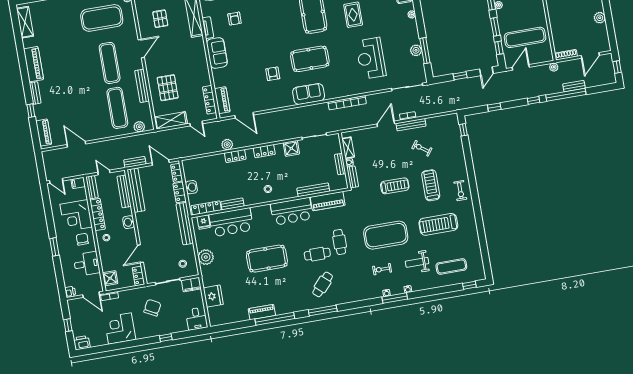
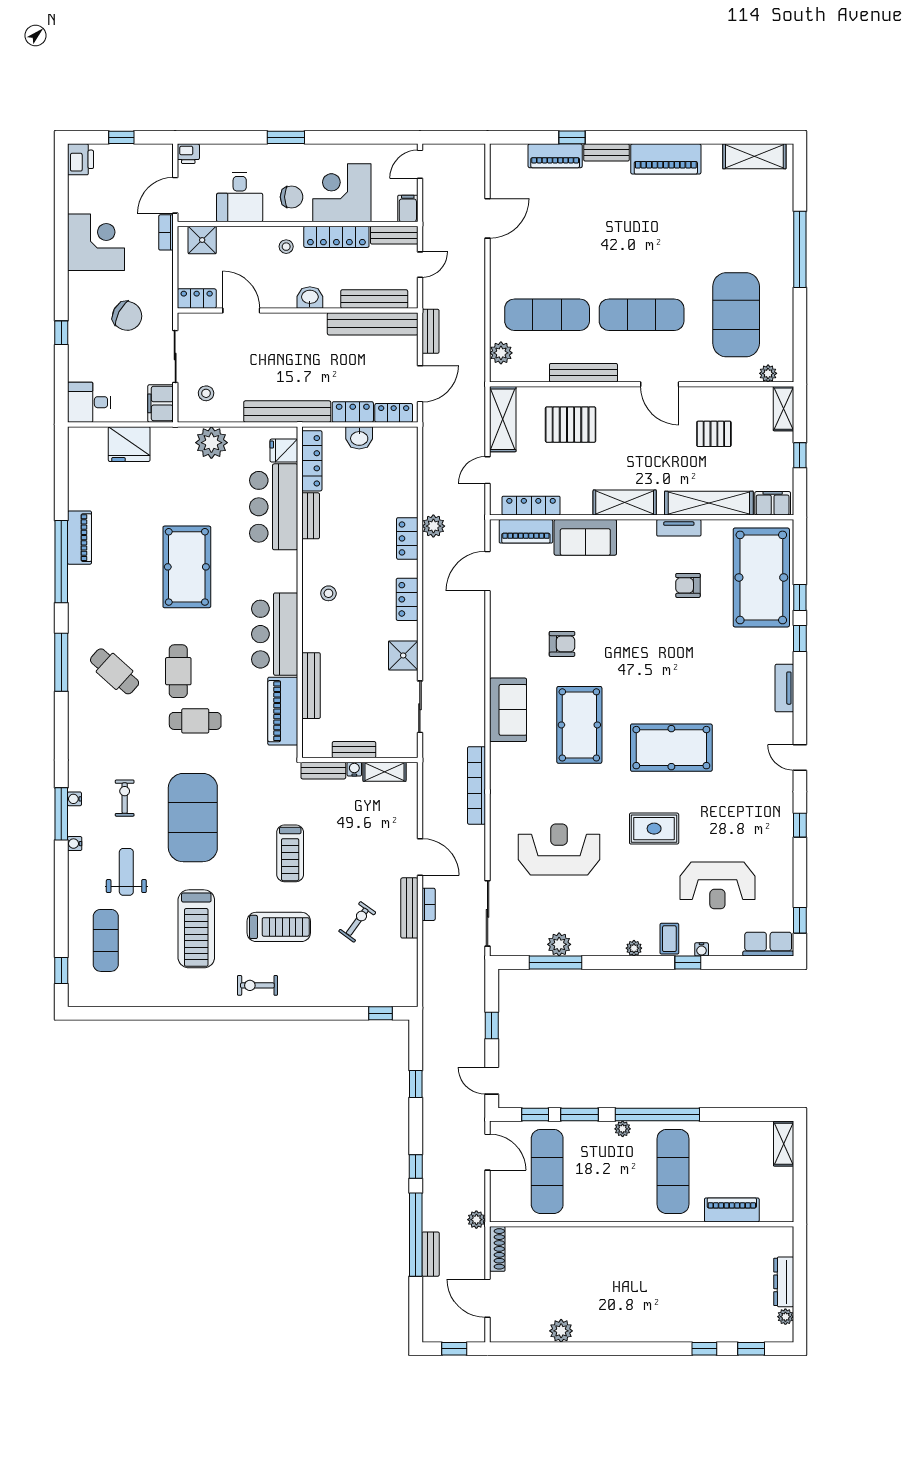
sofa: (217, 53) -> (585, 537), moved
shelving: (200, 56) -> (625, 503), added
piano: (44, 133) -> (555, 156), moved
treadmill: (438, 224) -> (196, 929), turned 180

